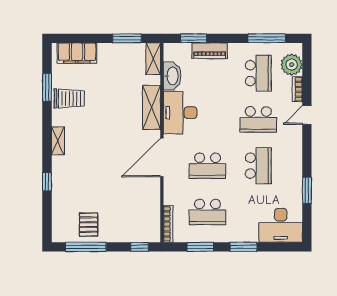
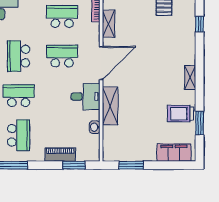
shelving: (153, 59) -> (109, 24), moved
school desk: (258, 73) -> (19, 135), turned 180
washbasin: (172, 76) -> (95, 127), width x0.52, depth x0.69
desk: (180, 113) -> (86, 97), width x0.73
window: (47, 182) -> (200, 24), moved

